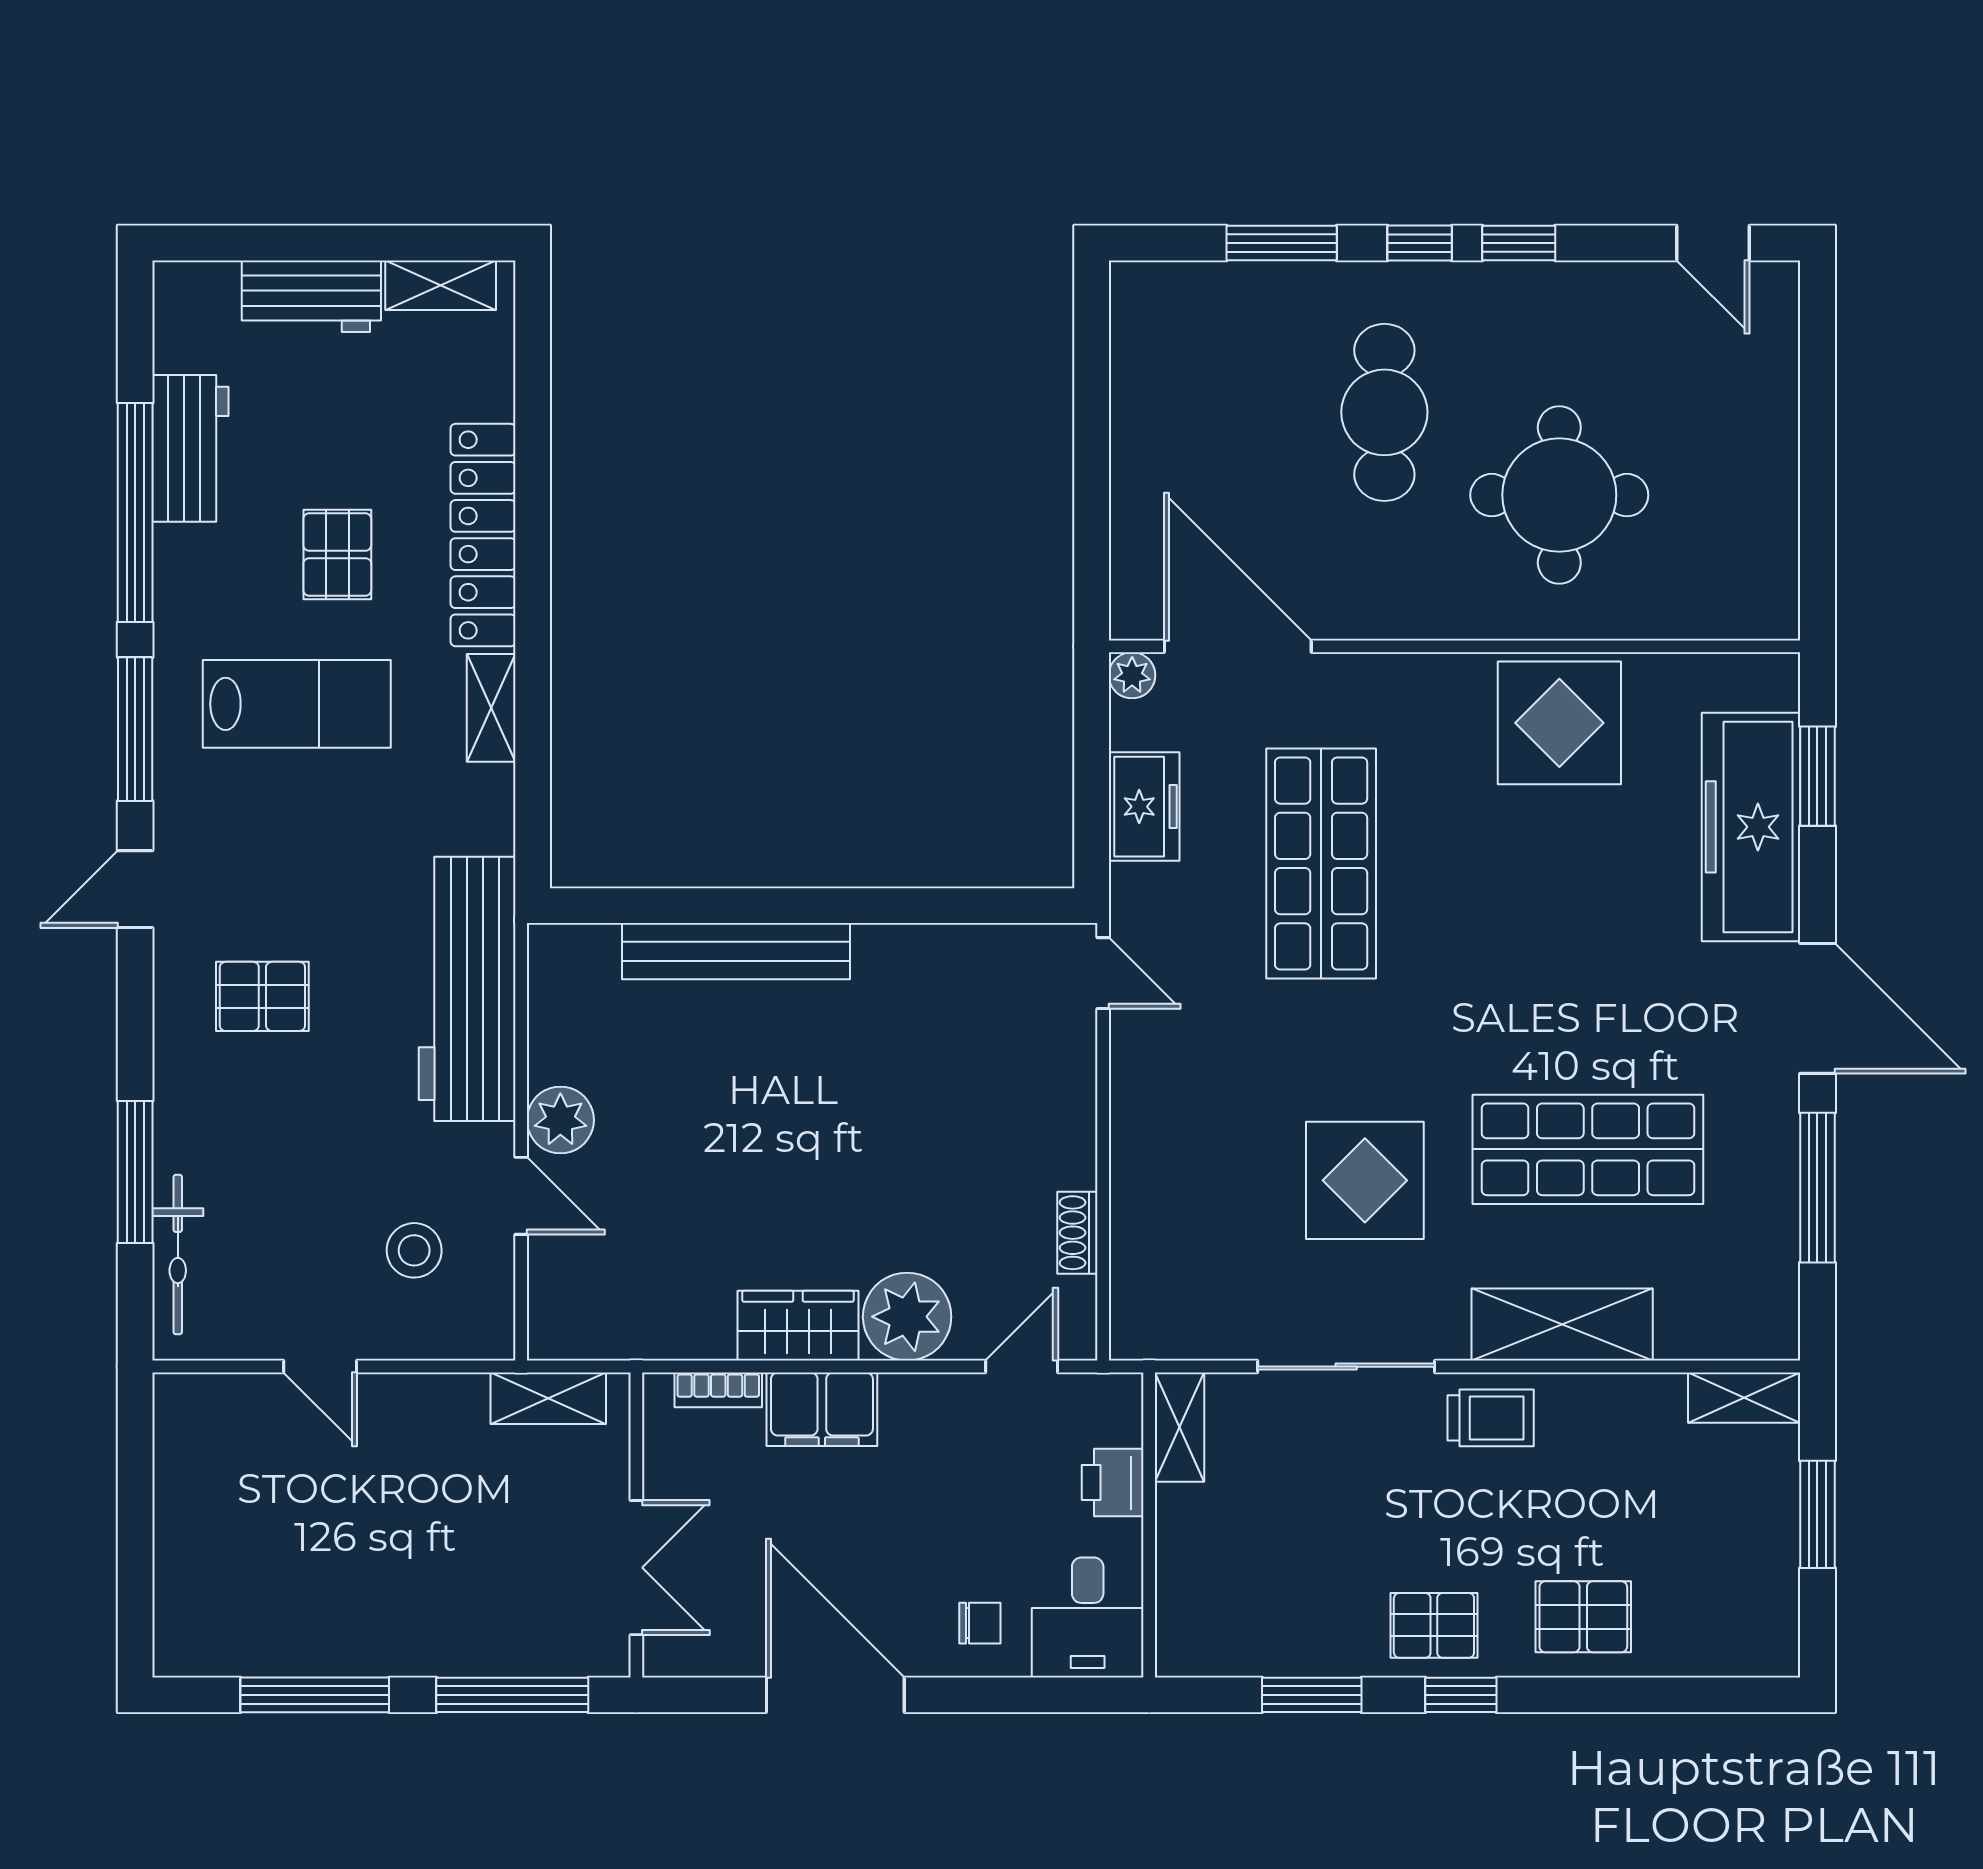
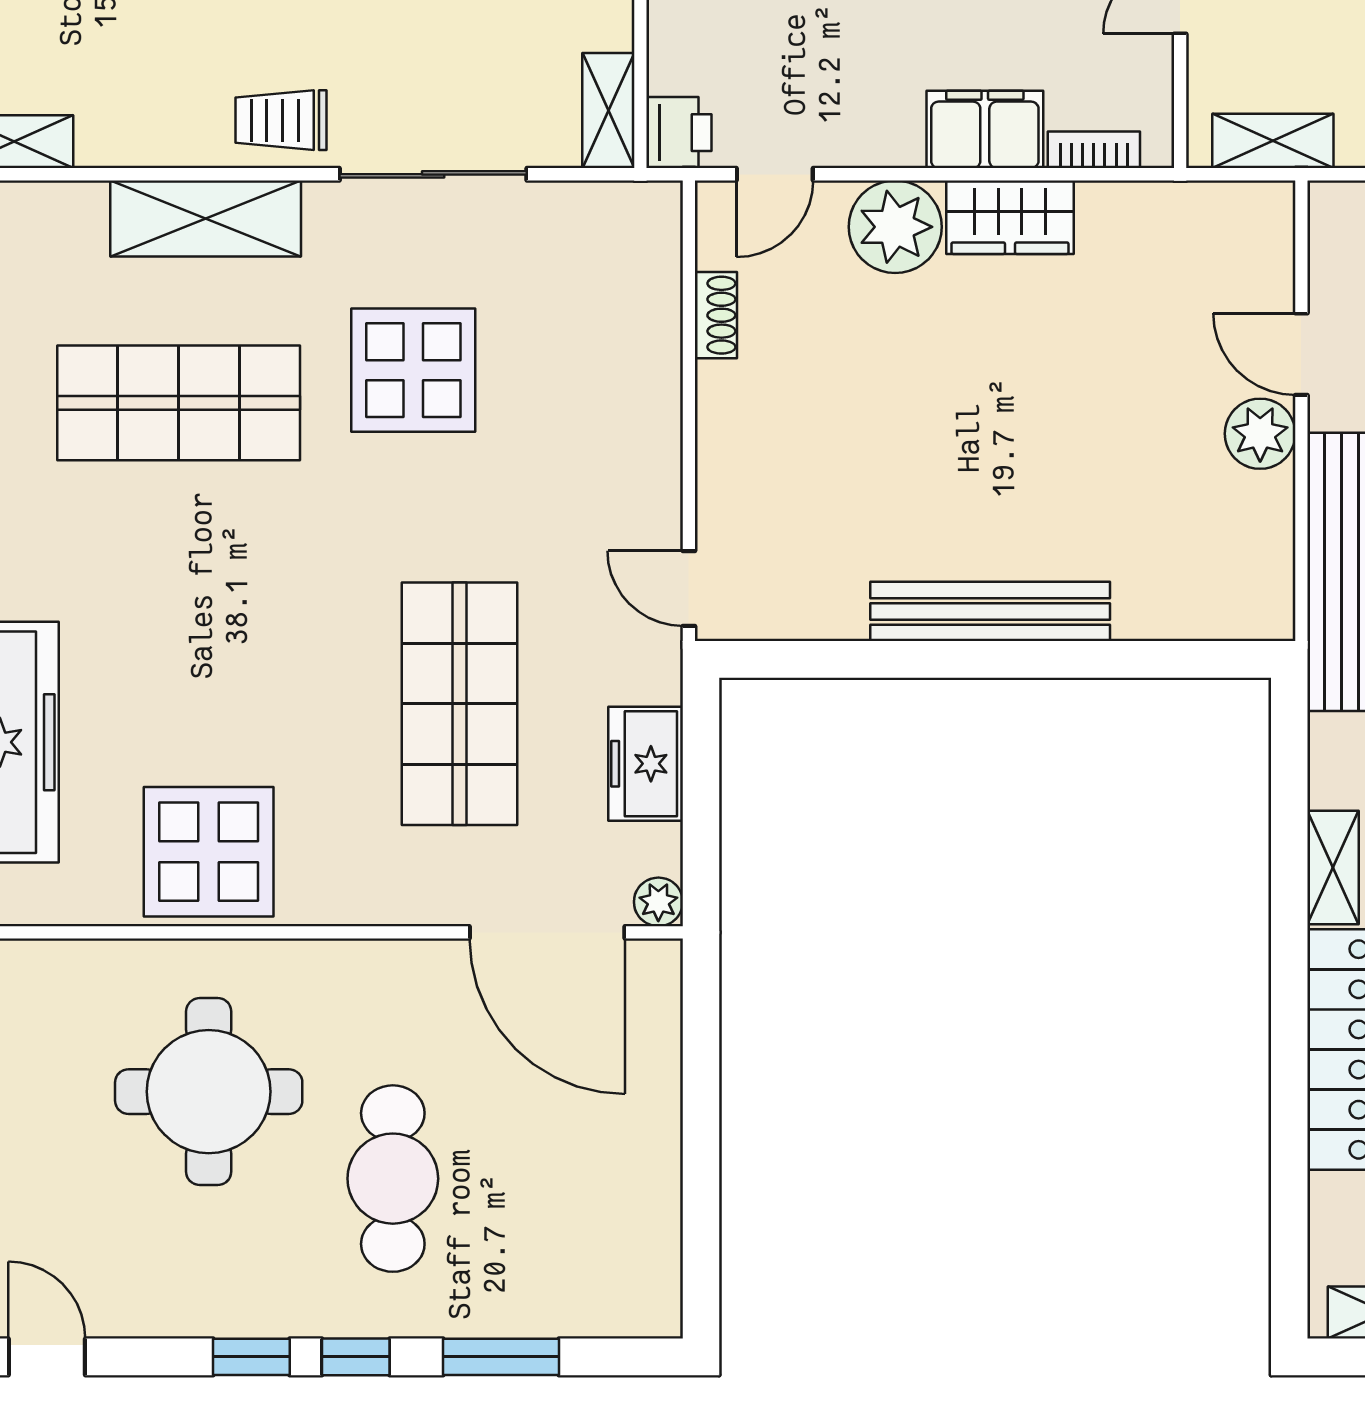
bench: (736, 951) -> (990, 611), moved
printer: (1113, 1483) -> (679, 133), moved

